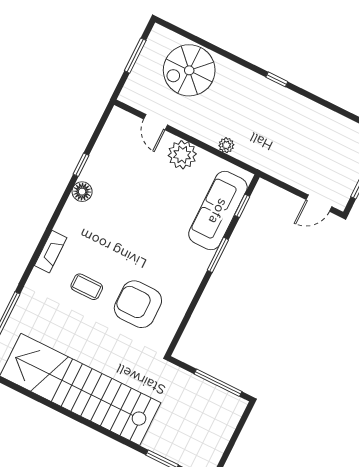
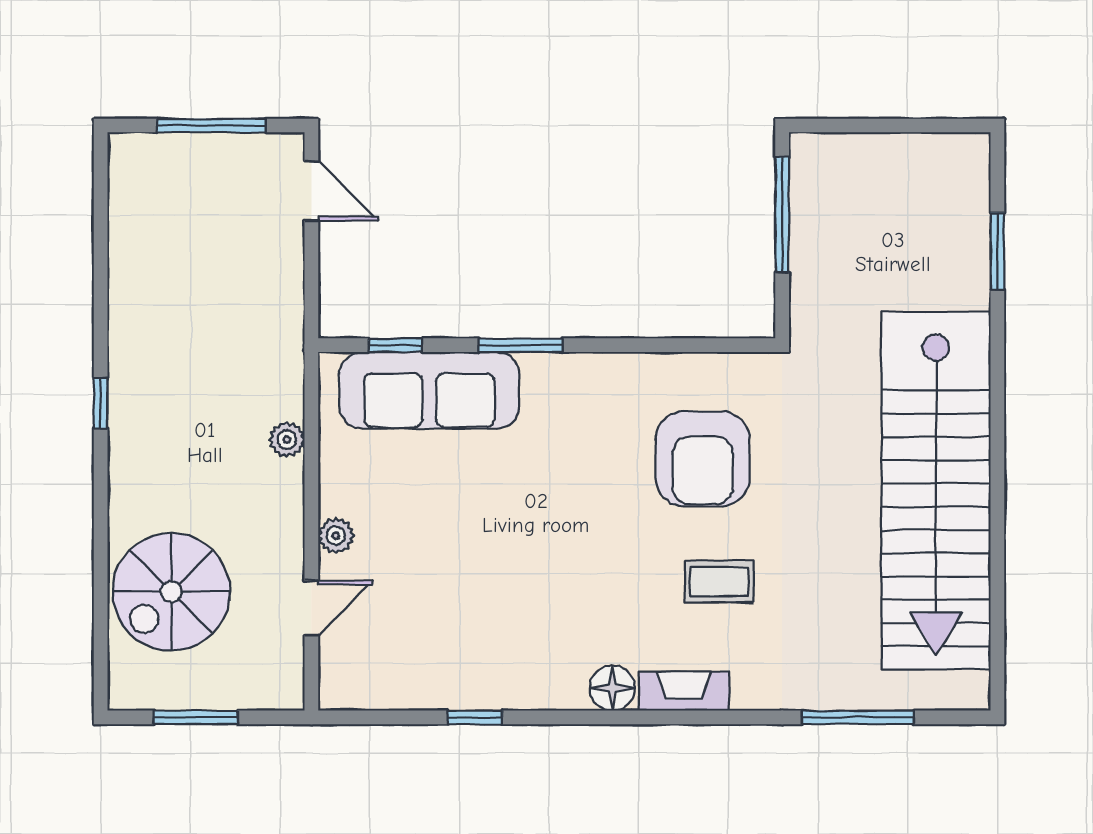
spiral stairs: (189, 70) -> (171, 592), turned 90
plant: (182, 155) -> (336, 536), width x0.53, depth x0.53
floor lamp: (82, 192) -> (612, 688), moved
coffee table: (87, 287) -> (719, 582), turned 90

